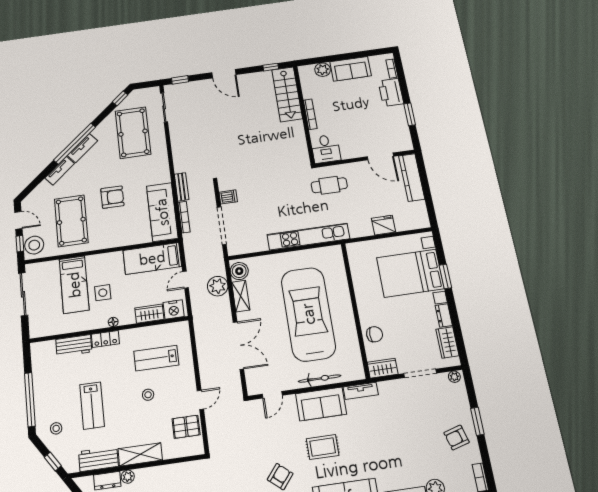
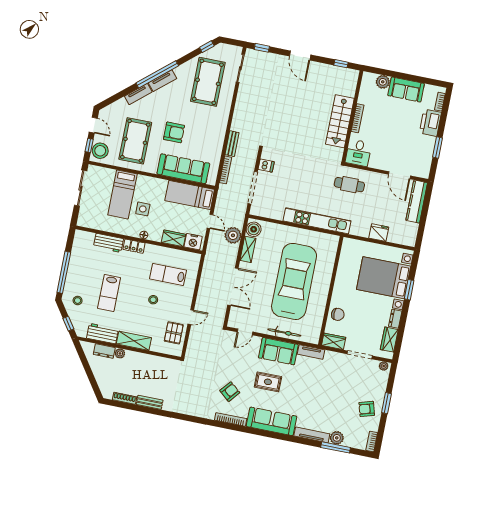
stairs: (287, 94) -> (340, 121), moved
sofa: (162, 212) -> (183, 169), moved, turned 90
door: (185, 280) -> (210, 221), swing flipped
pallet: (186, 427) -> (174, 333), turned 90

